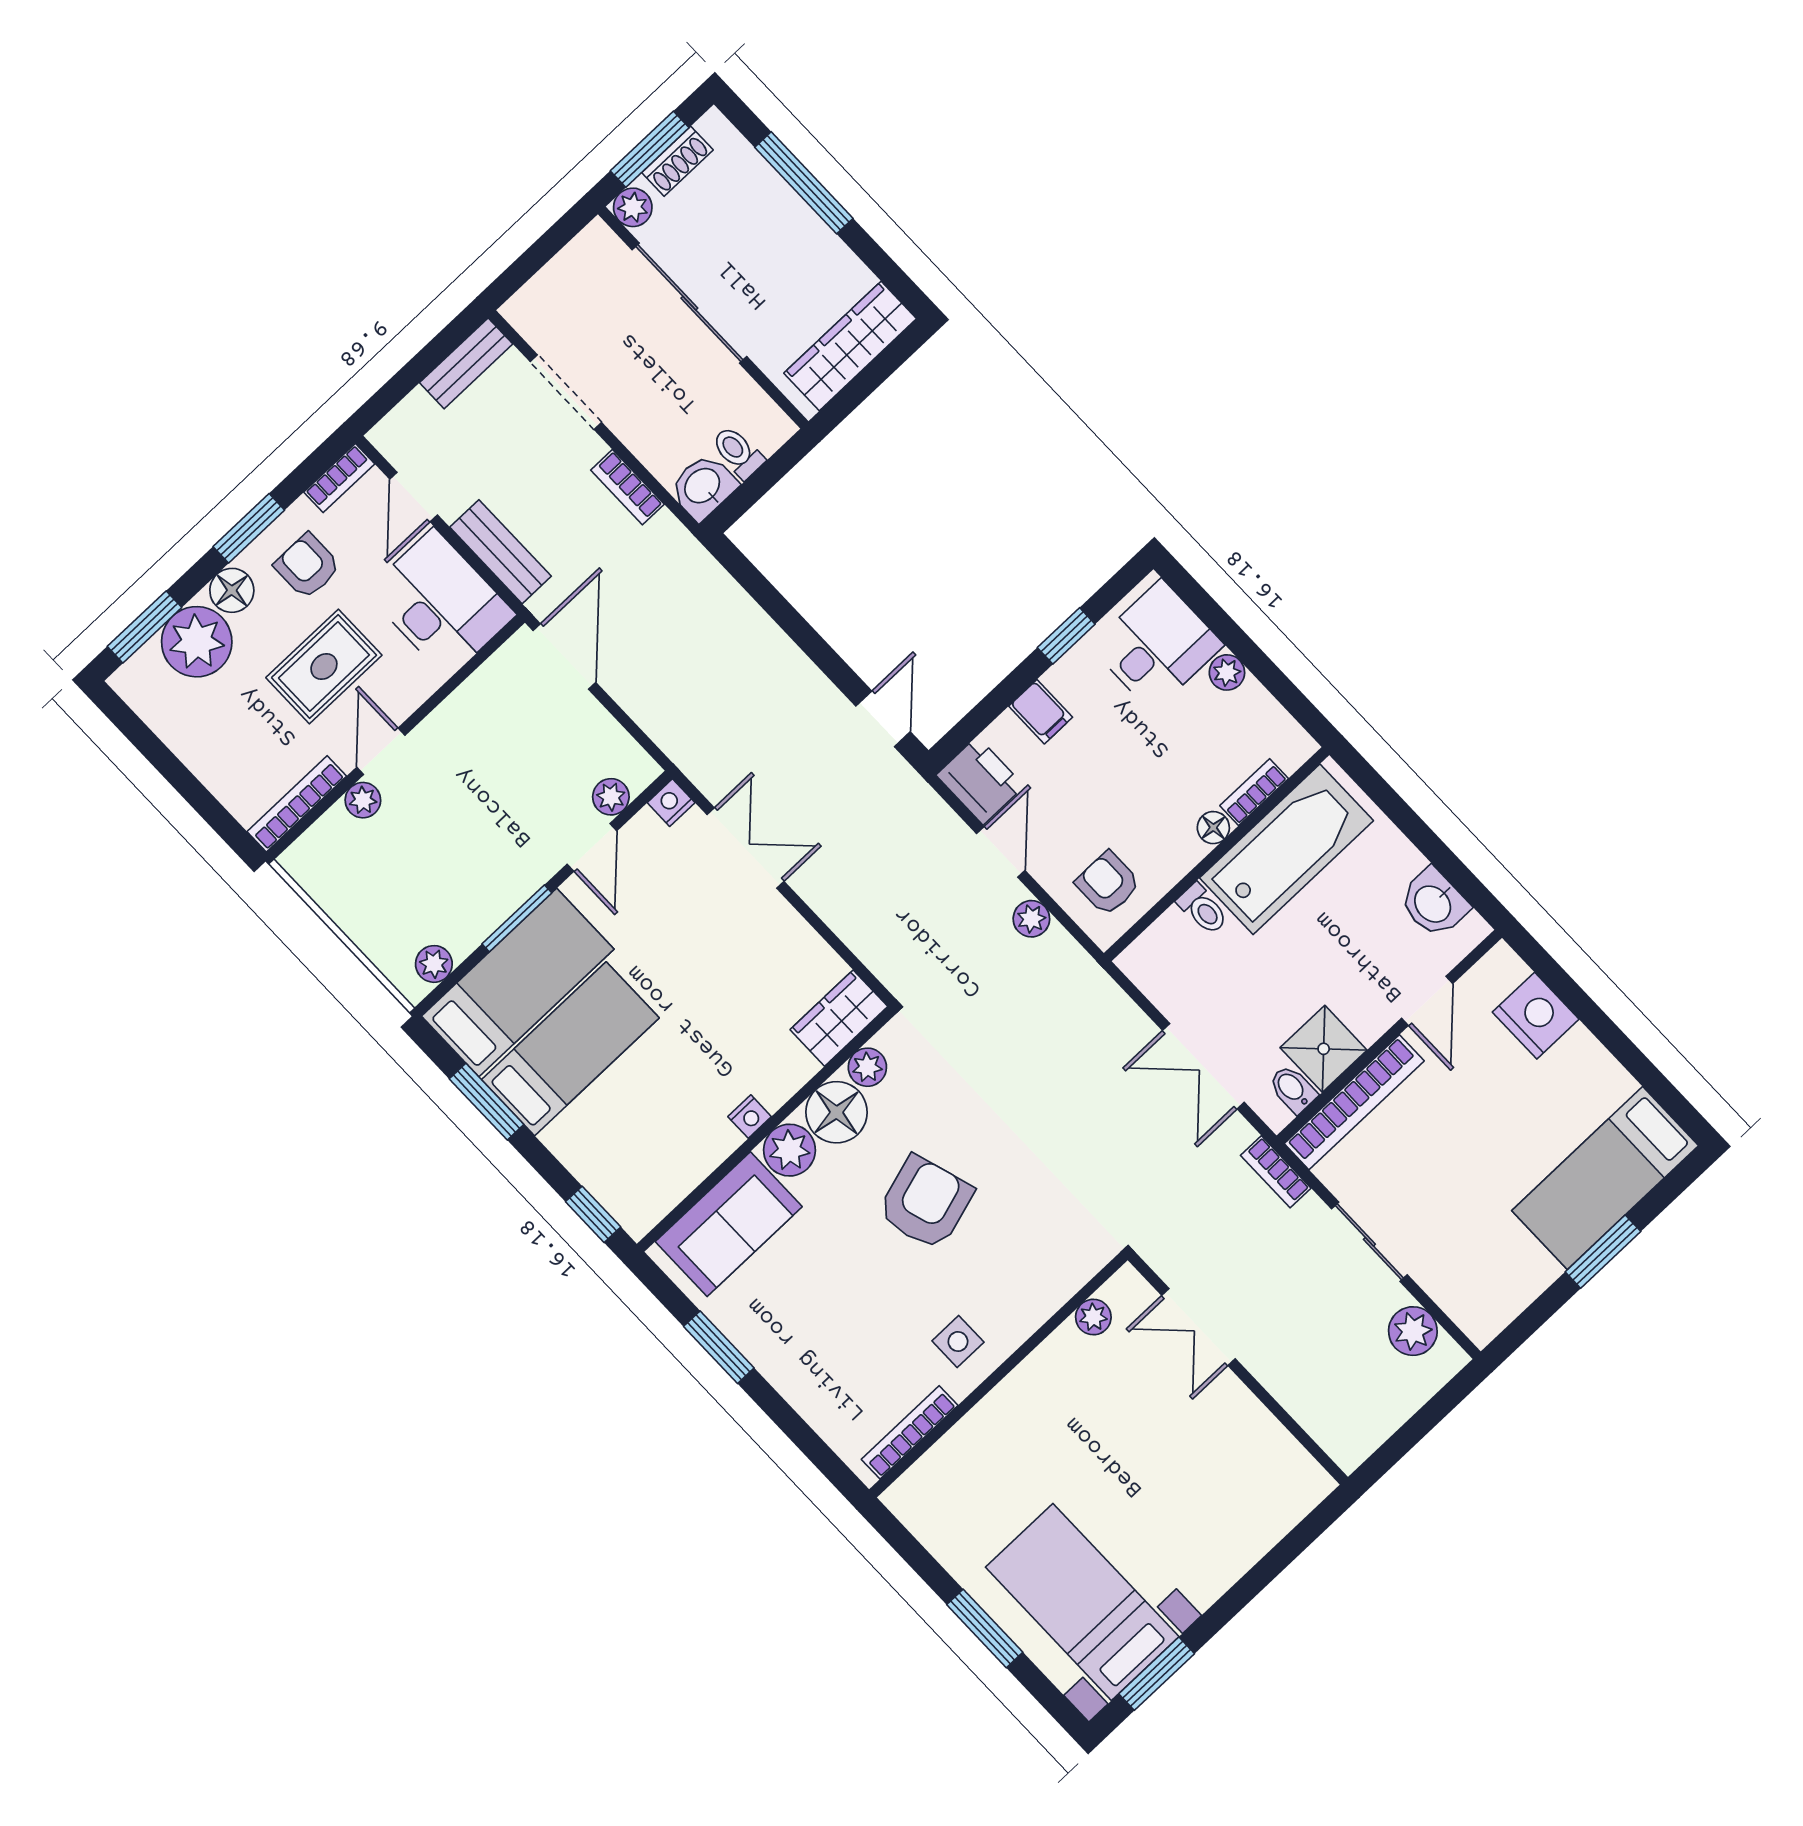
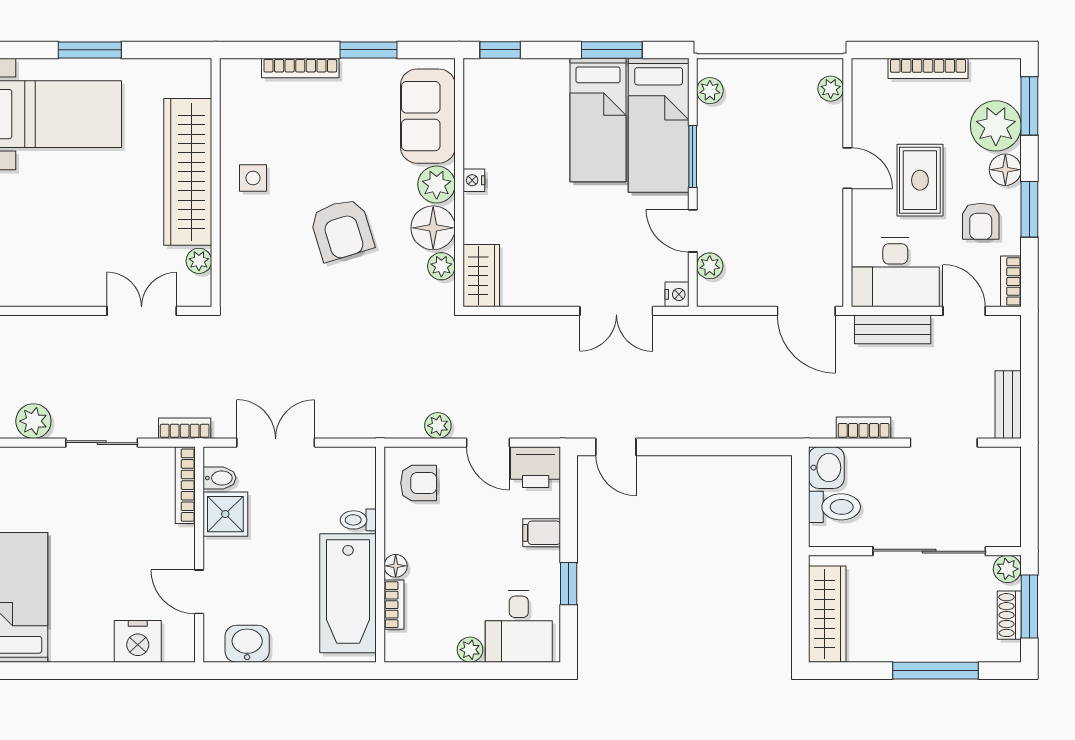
toilet: (738, 452) -> (834, 507), width x1.37, depth x1.39
armchair: (307, 566) -> (981, 221), turned 90
plant: (363, 800) -> (831, 89), moved
bookcase: (297, 804) -> (928, 68), moved, turned 90
bookcase: (1354, 1102) -> (185, 485), width x0.68, depth x0.76
wardrobe: (1014, 1413) -> (188, 172), added
bookcase: (910, 1432) -> (300, 68), moved, turned 90

